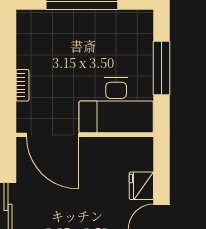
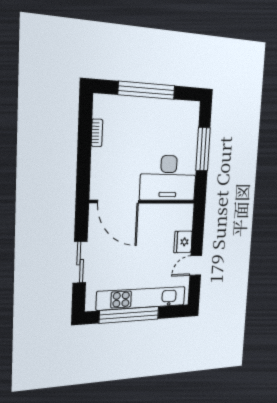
bookcase: (22, 85) -> (97, 133), moved

